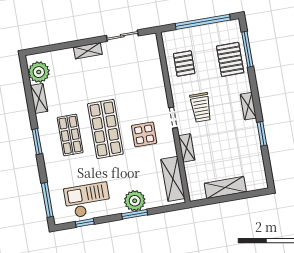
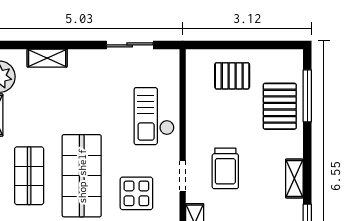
window: (203, 22) -> (250, 45), removed
shelving: (88, 51) -> (47, 58), moved
pallet: (184, 64) -> (232, 76), moved, turned 90
checkout: (147, 81) -> (154, 116), added

